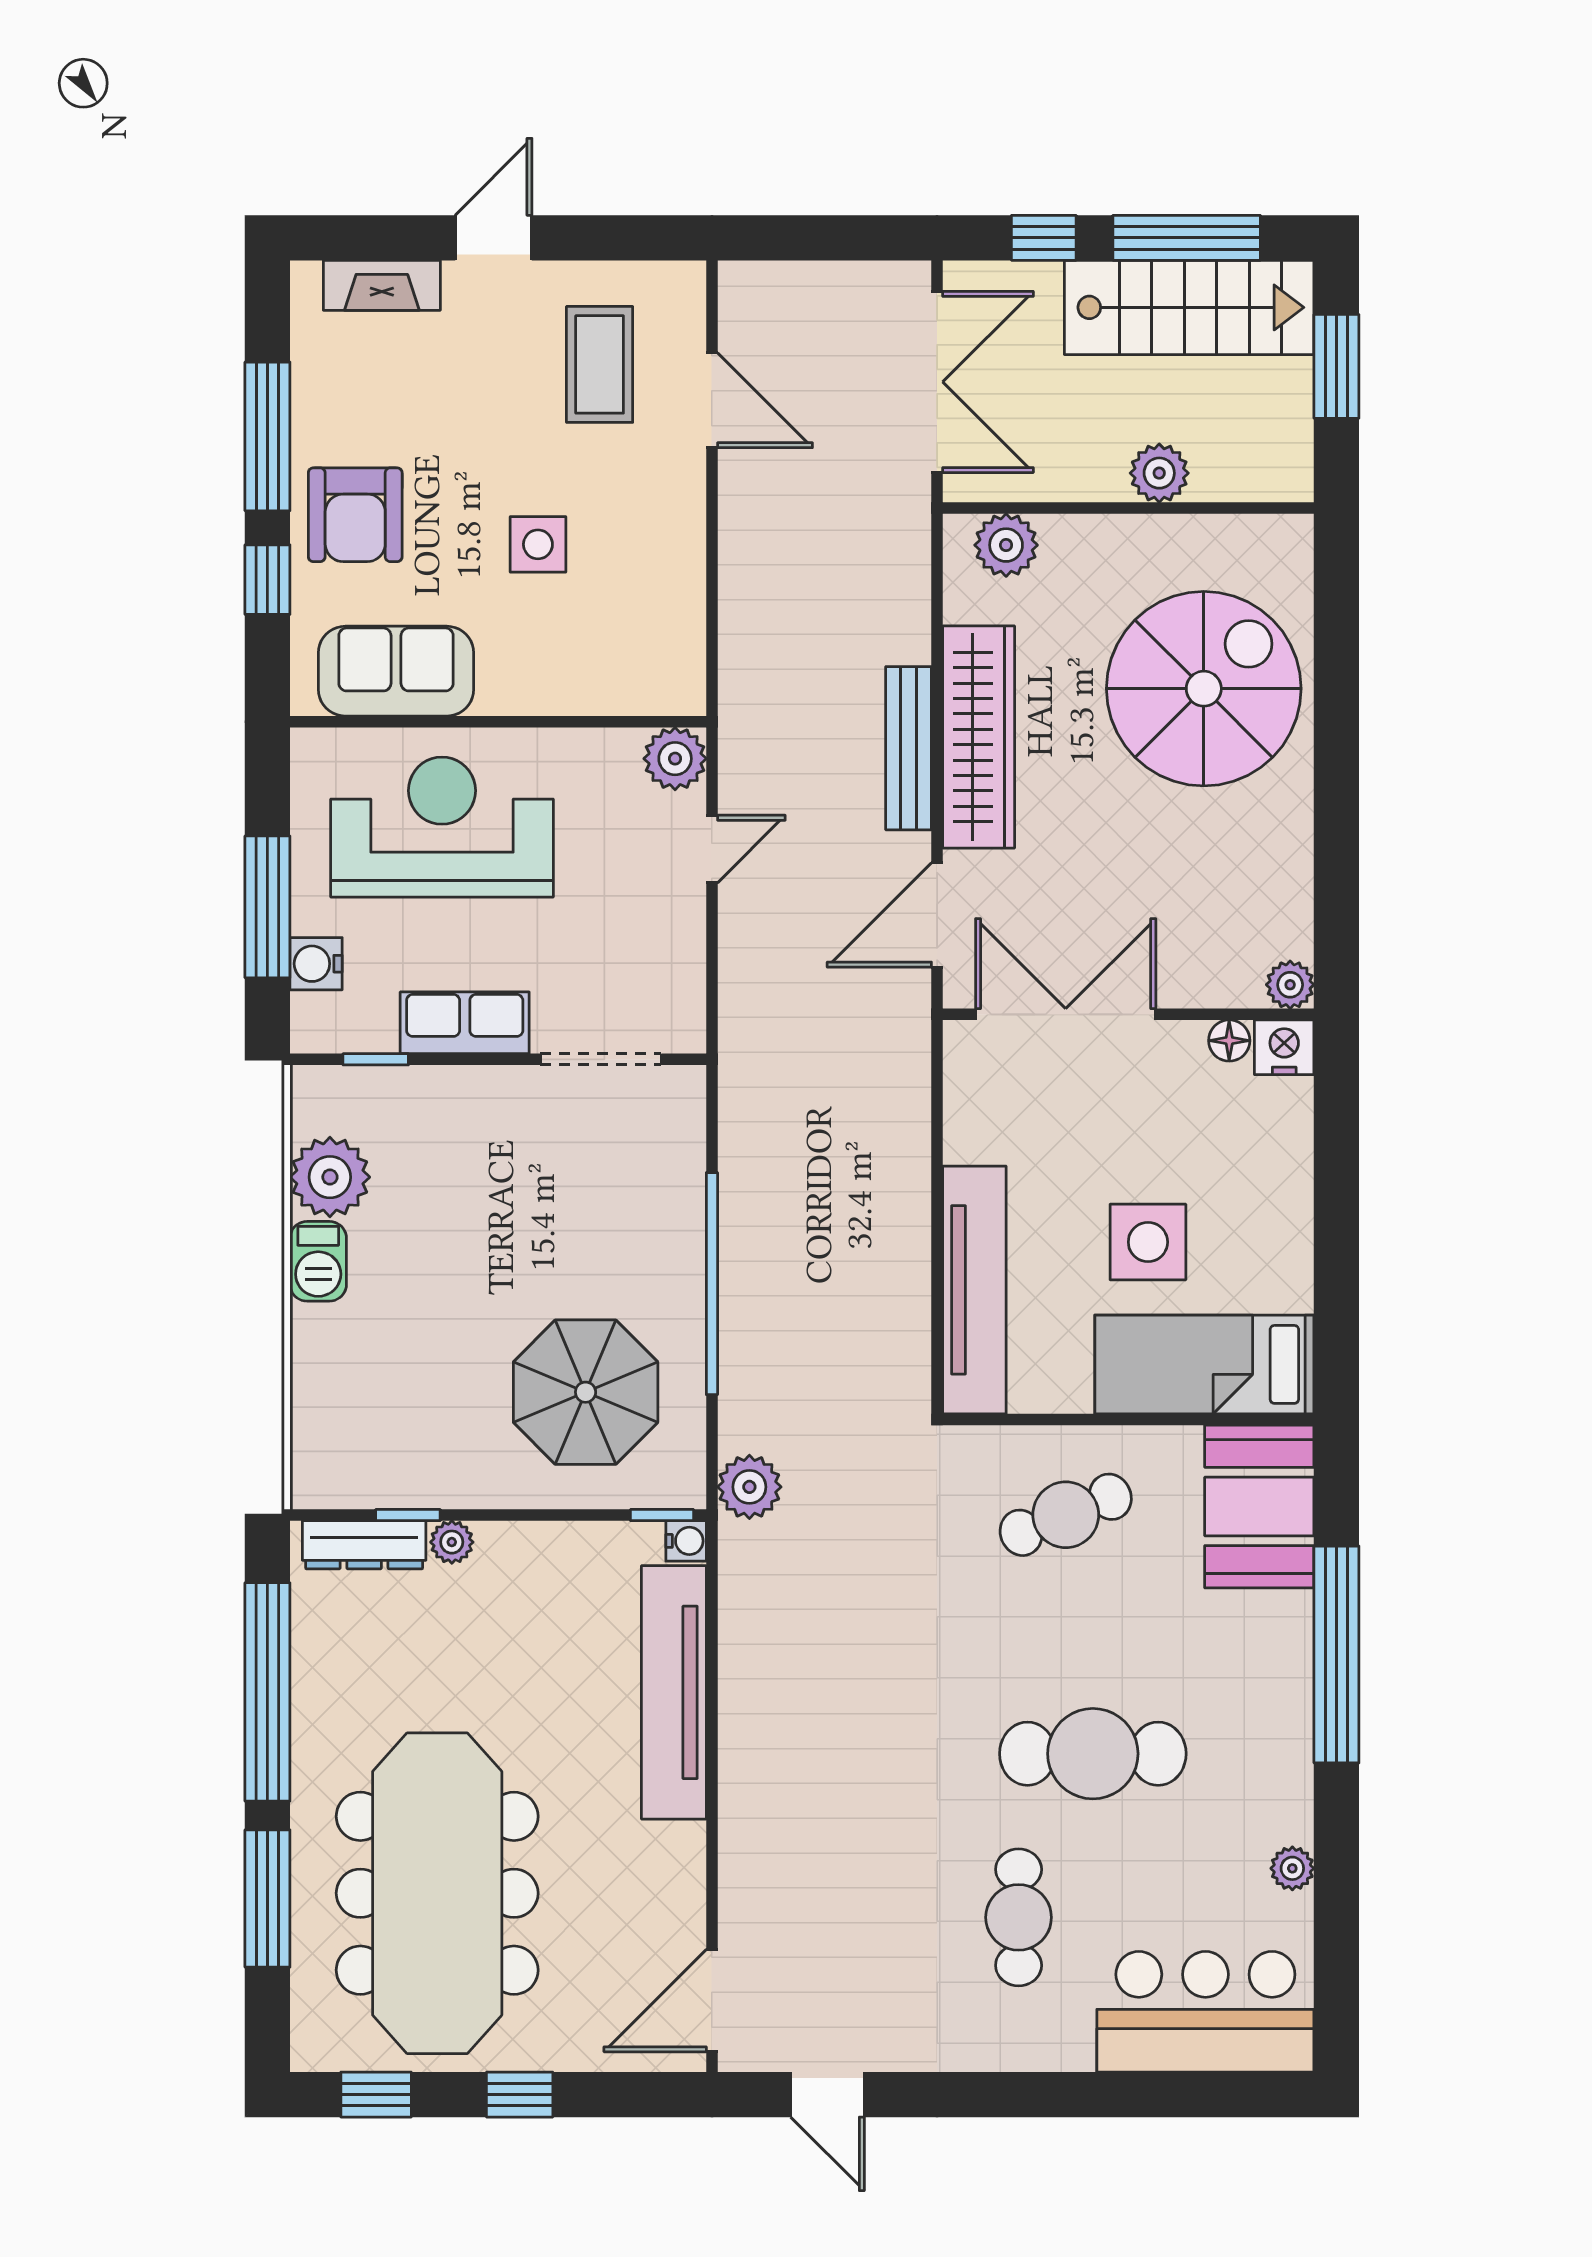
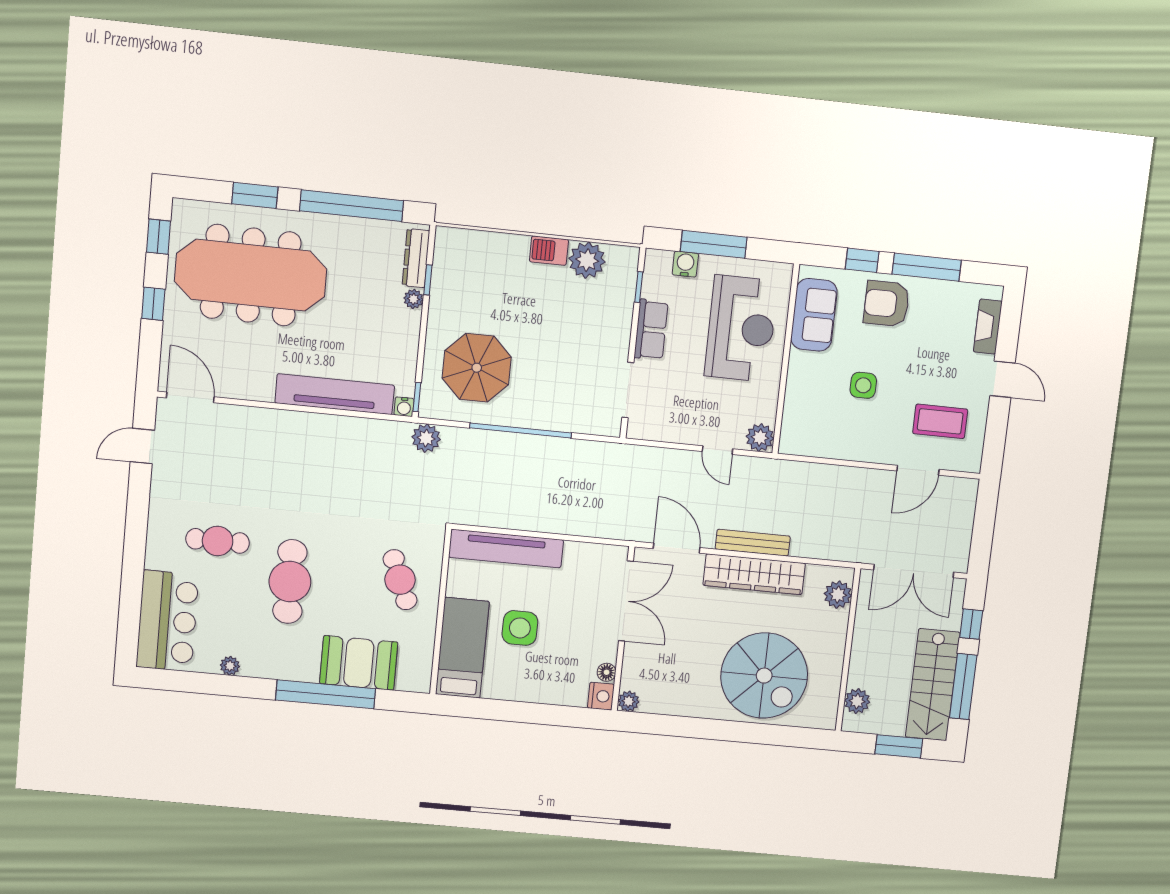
plant: (1159, 473) -> (857, 701), moved
booth: (1259, 1506) -> (359, 663), moved
window: (267, 1898) -> (255, 195), width x0.69

